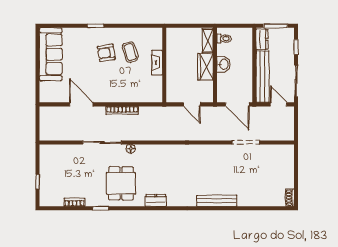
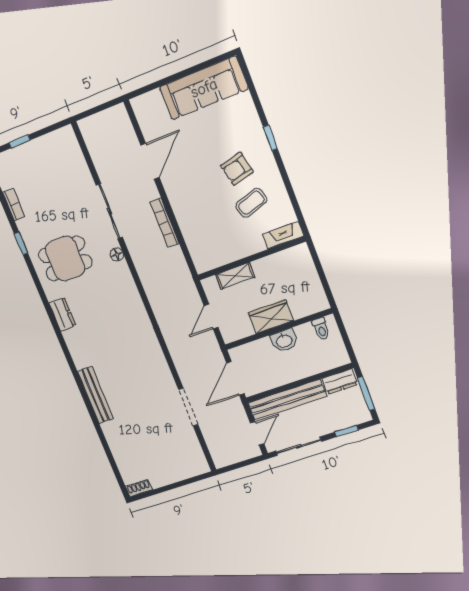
shelving: (208, 41) -> (235, 276), moved
armchair: (106, 53) -> (237, 169), turned -94
fireplace: (157, 63) -> (283, 235), moved

